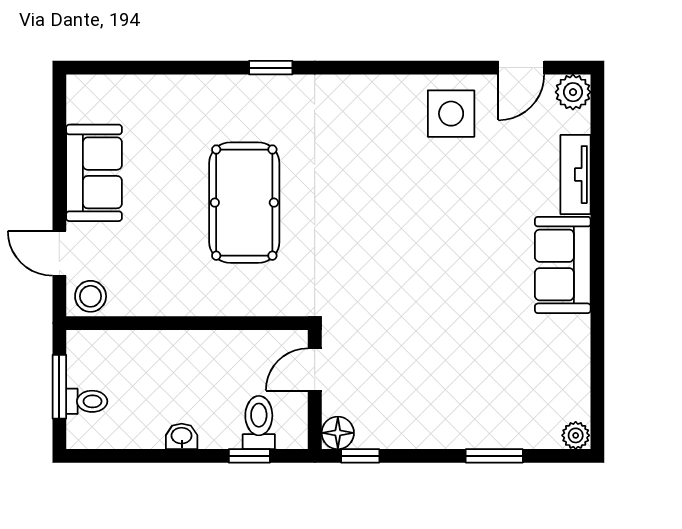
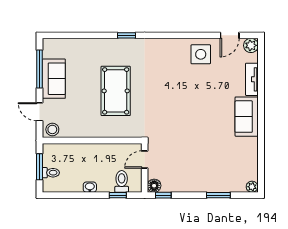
window: (59, 149) -> (40, 69), added

